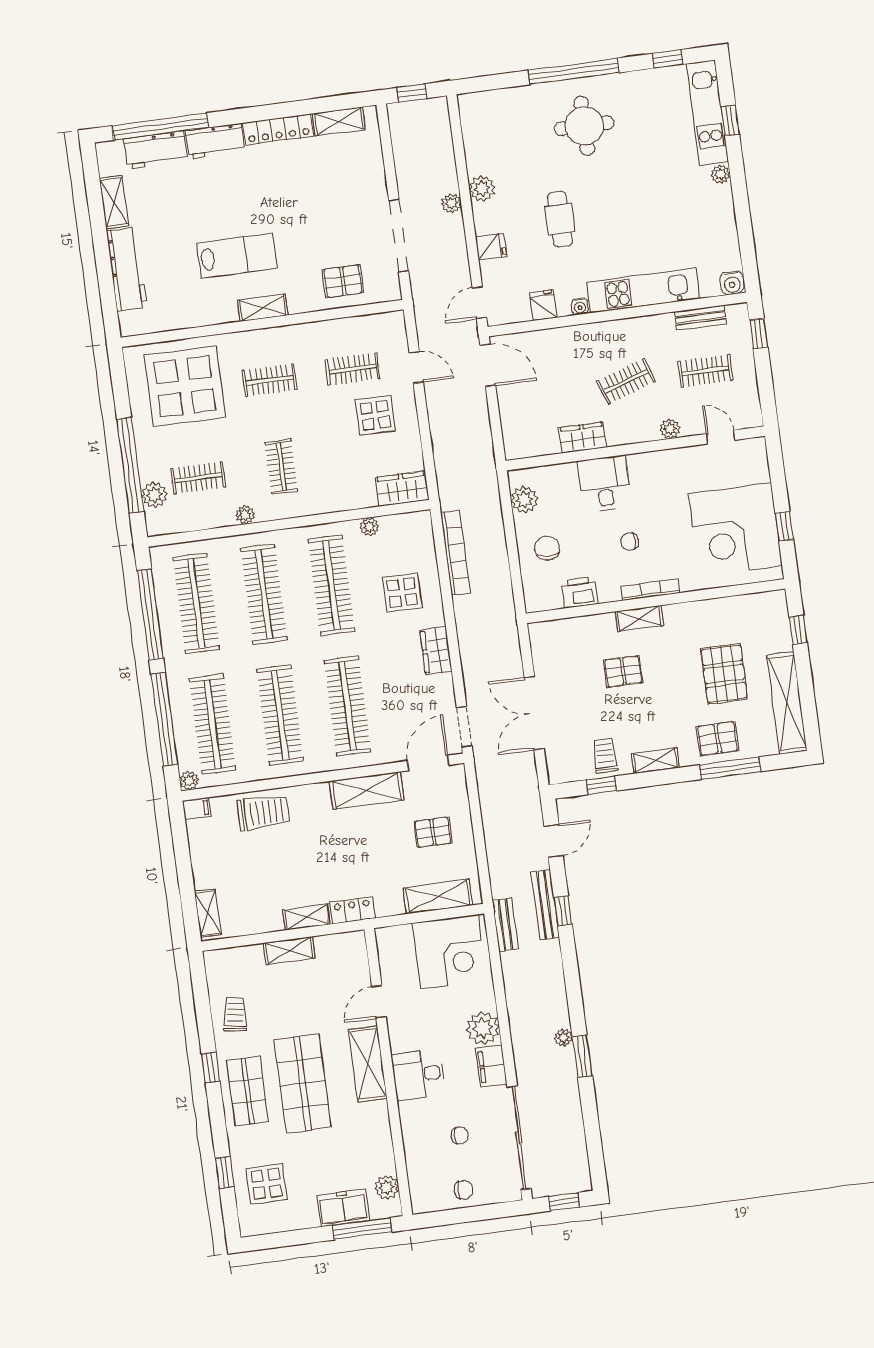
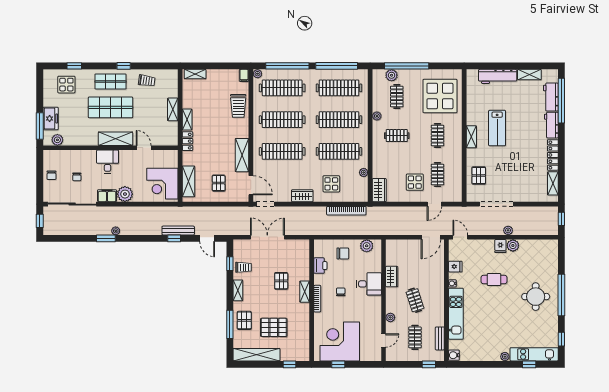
fridge: (491, 247) -> (500, 246), moved
bench: (505, 925) -> (171, 211), removed

